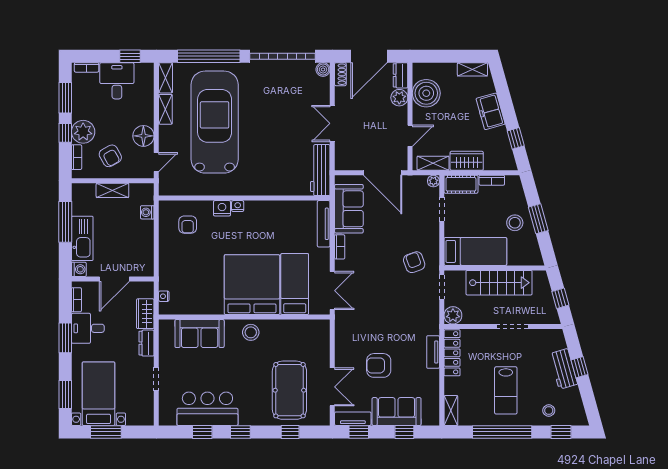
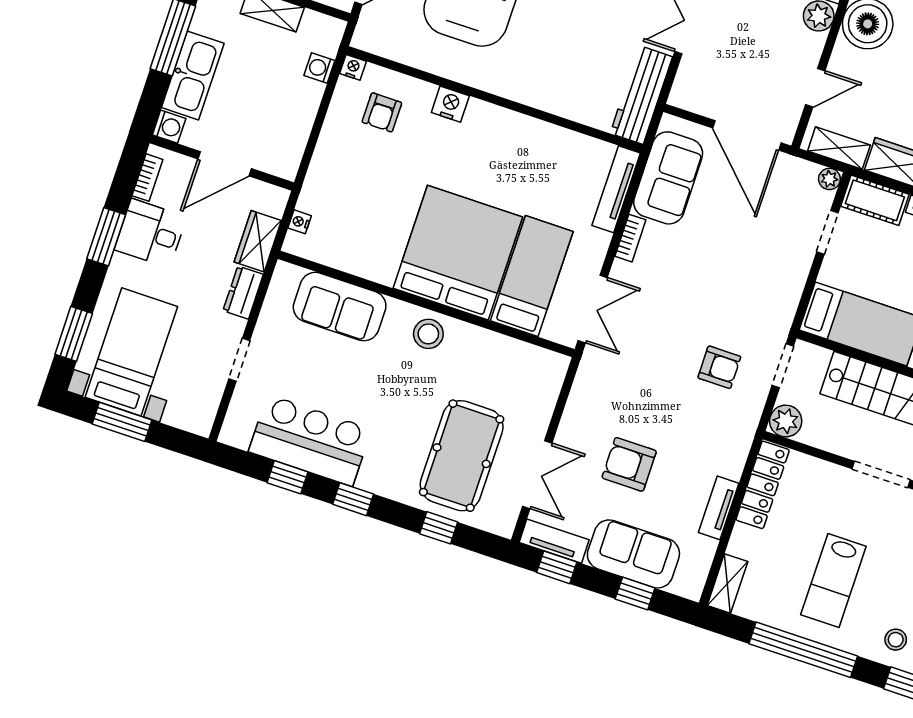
nightstand: (238, 206) -> (353, 67), moved
armchair: (414, 262) -> (719, 367), moved, turned 110
tv unit: (433, 352) -> (719, 508), moved

